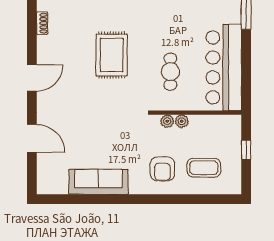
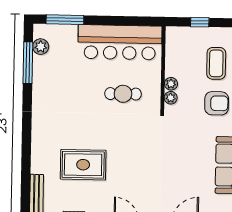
rug: (112, 55) -> (83, 165), moved

